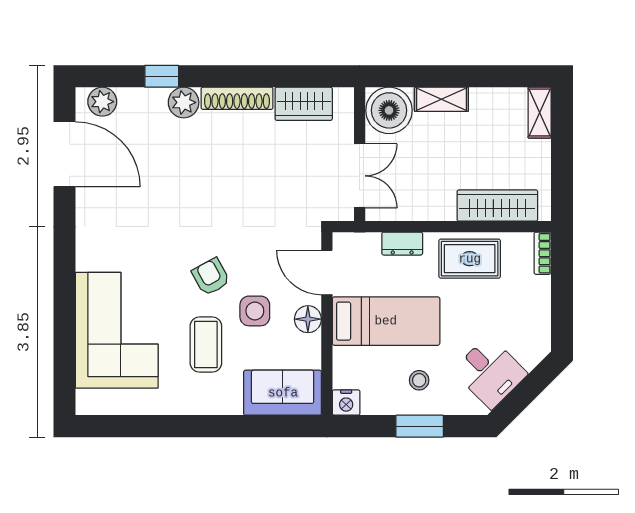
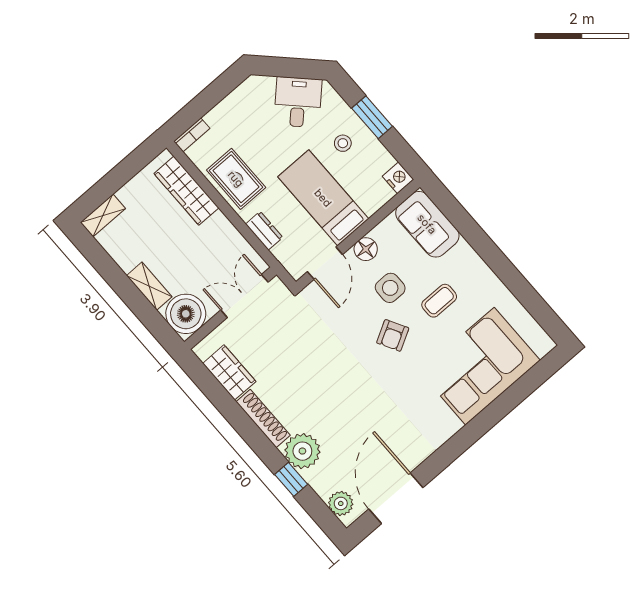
plant: (184, 102) -> (302, 451), width x1.36, depth x1.36
coffee table: (206, 345) -> (439, 301), width x0.73, depth x0.77

